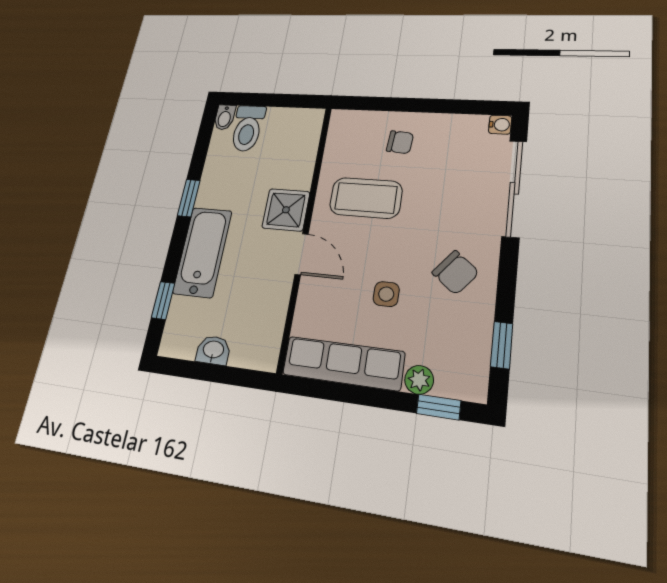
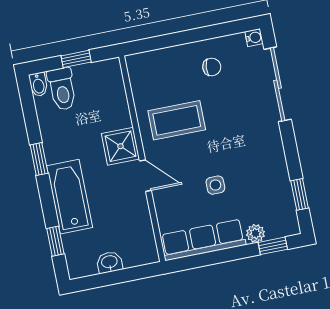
window: (277, 100) -> (76, 59), added
chair: (400, 142) -> (212, 67), moved
chair: (455, 273) -> (256, 156), removed

